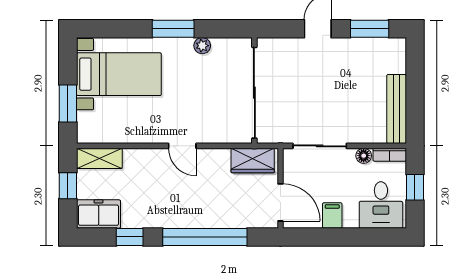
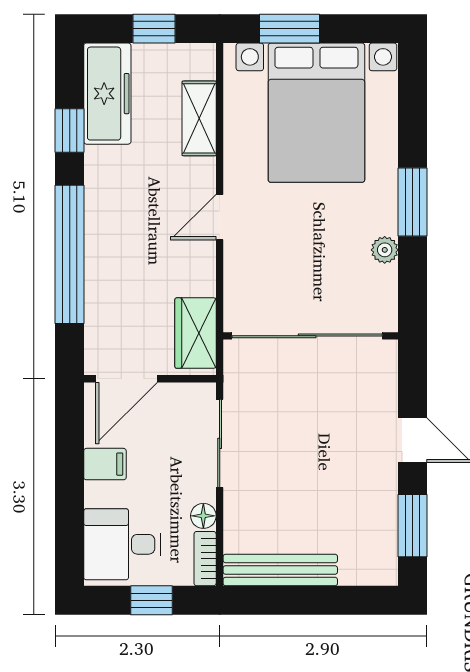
bed with nightstands: (119, 74) -> (316, 113), width x1.36
shelving: (99, 158) -> (199, 118), moved
freezer: (99, 214) -> (107, 94), width x1.40

